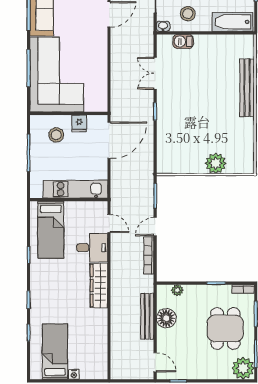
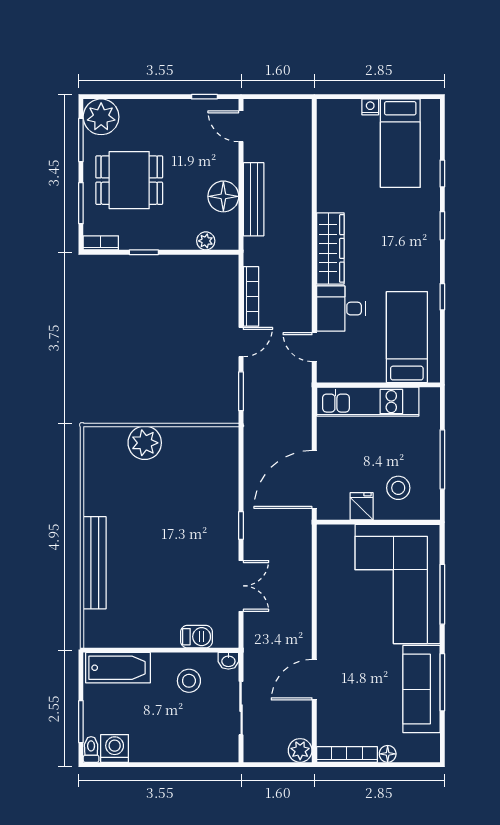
dining table: (225, 328) -> (129, 180), turned 90

